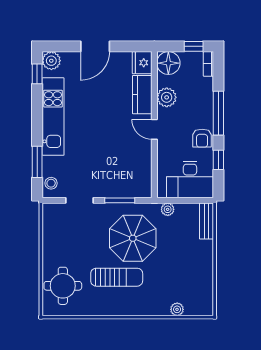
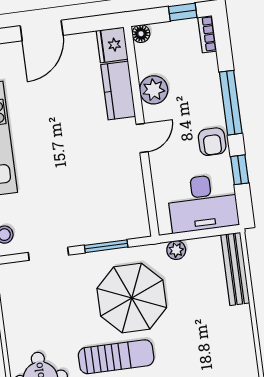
floor lamp: (168, 63) -> (141, 34), width x0.53, depth x0.53
door: (154, 129) -> (142, 138), swing flipped
bench: (206, 221) -> (235, 269), width x1.36

